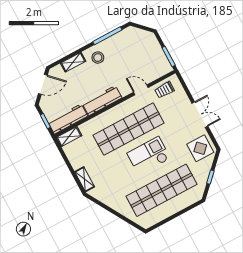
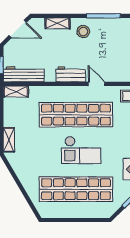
door: (141, 90) -> (97, 84), moved
workbench: (102, 101) -> (71, 74), width x0.73
checkout: (149, 156) -> (81, 150), turned 180

